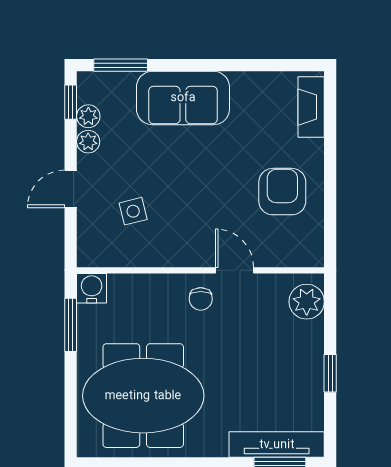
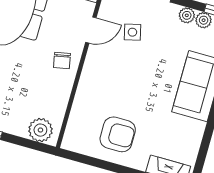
door: (235, 270) -> (91, 30), moved
chair: (201, 299) -> (62, 61), turned -101

